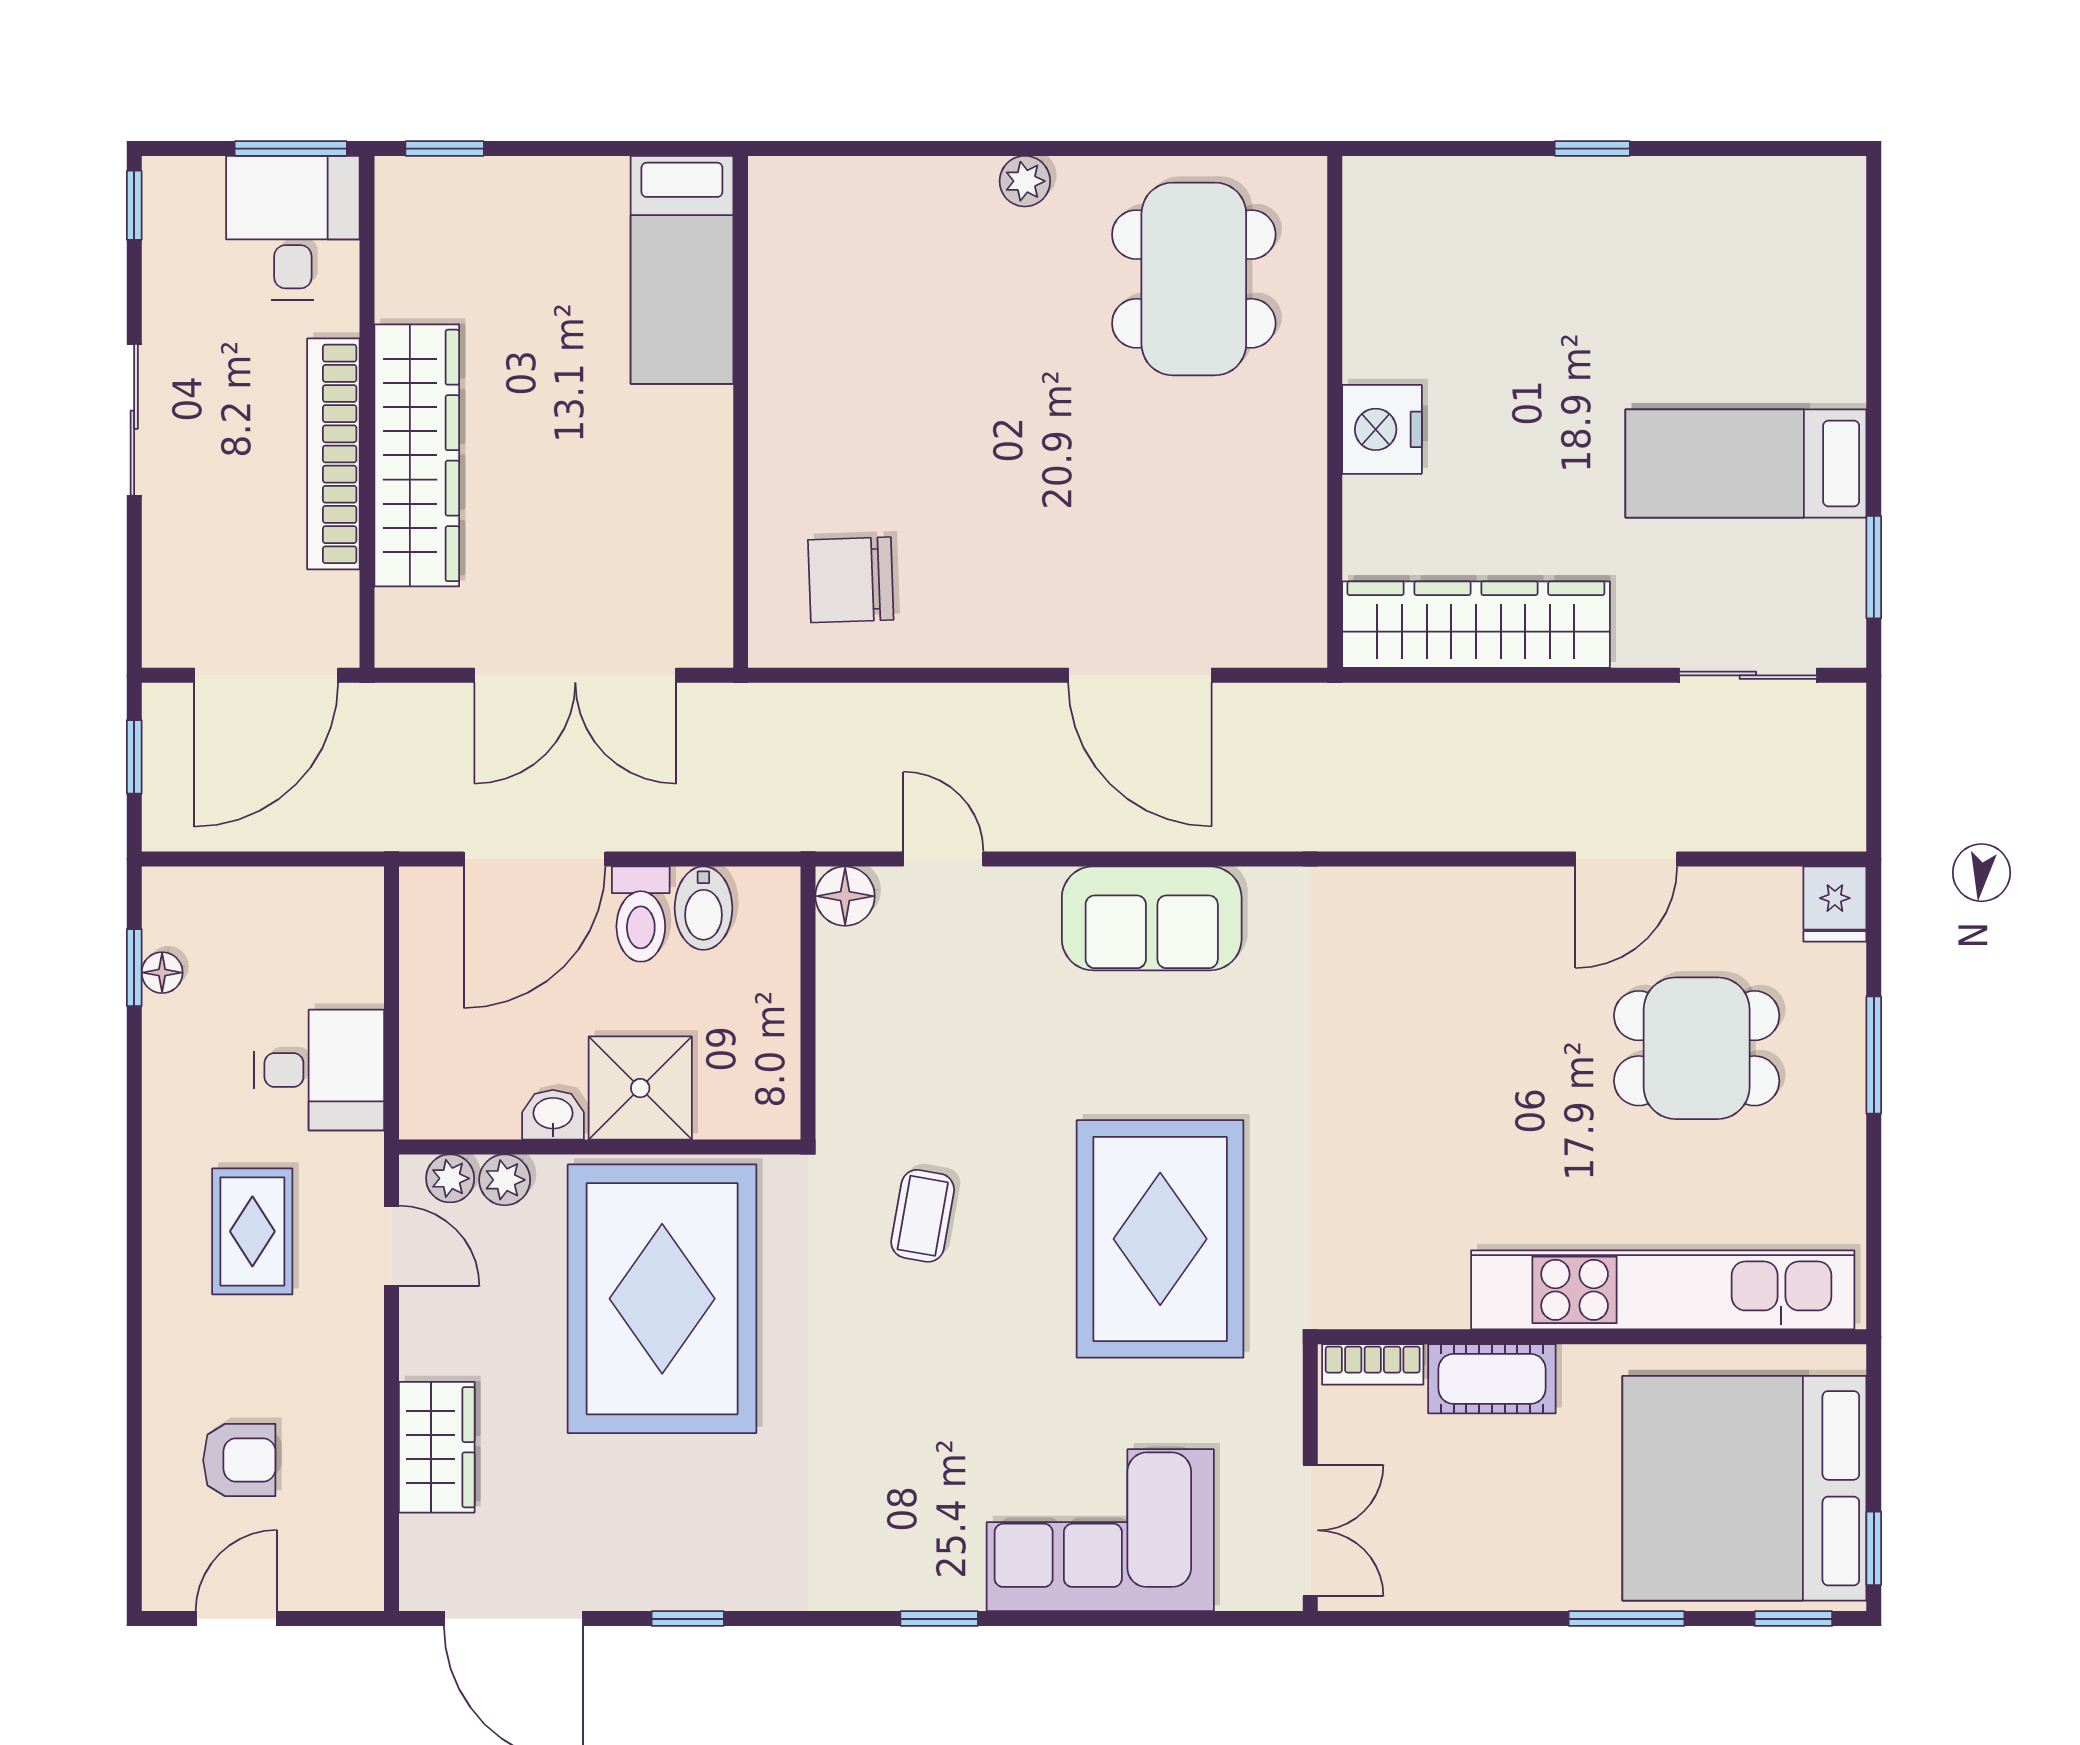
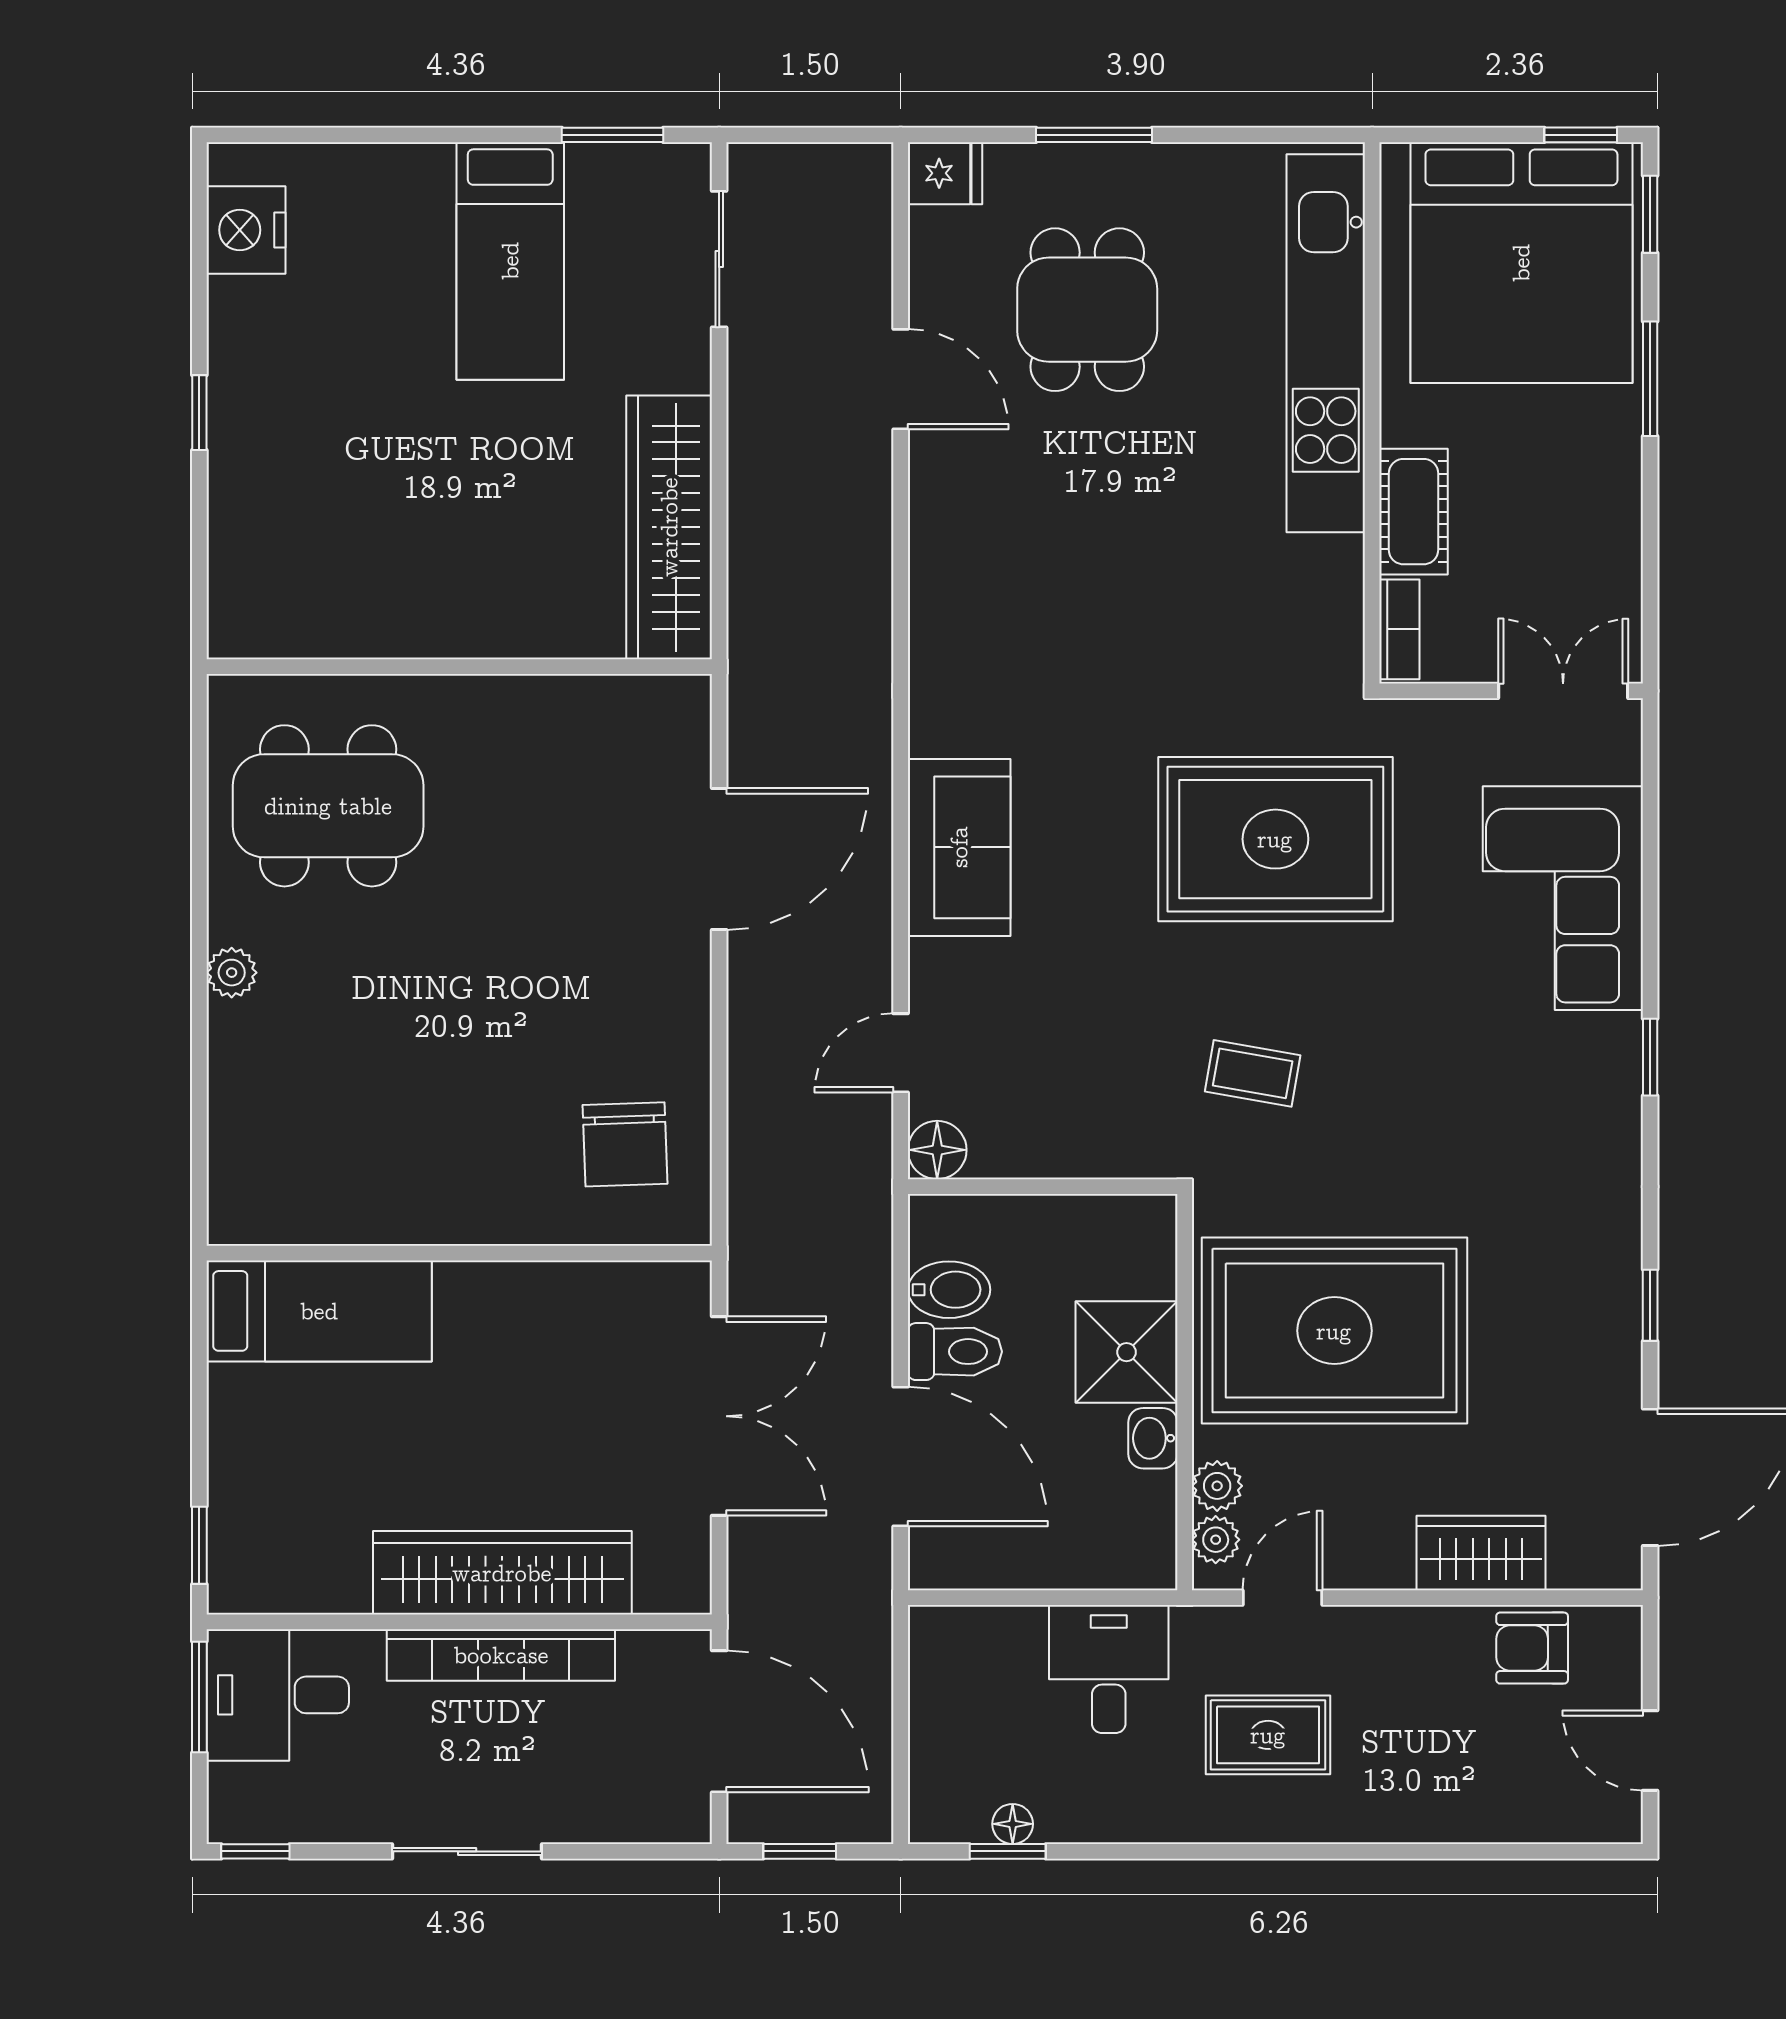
nightstand: (1382, 429) -> (246, 230), moved, turned 90
armchair: (239, 1460) -> (1532, 1648), moved, turned -90

